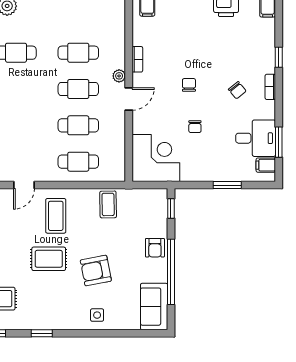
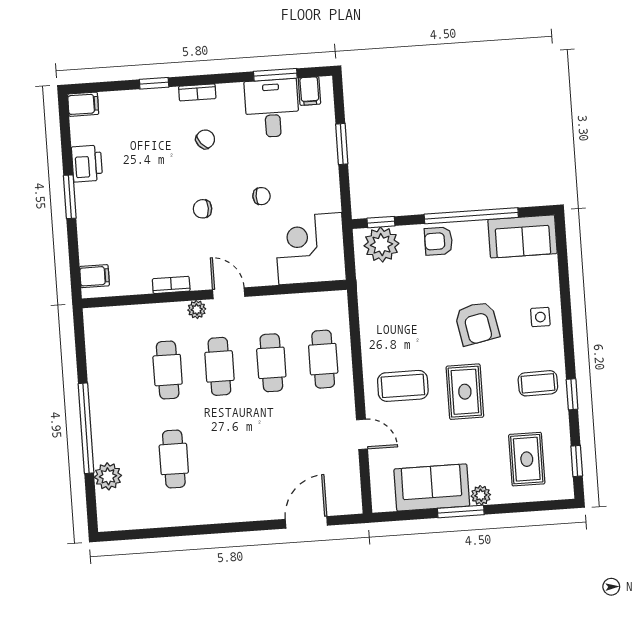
coffee table: (108, 204) -> (538, 383), moved
plant: (155, 208) -> (381, 245), added
armchair: (155, 248) -> (438, 241), turned 180

